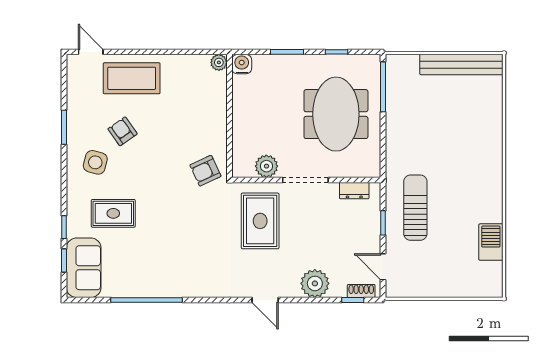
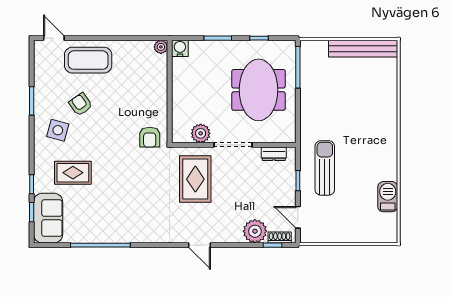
armchair: (205, 171) -> (150, 137), turned -65
plant: (315, 283) -> (255, 231), moved

